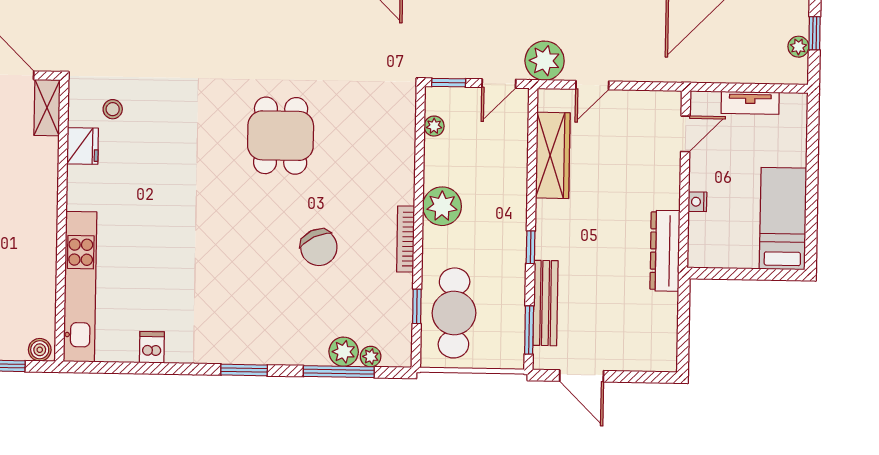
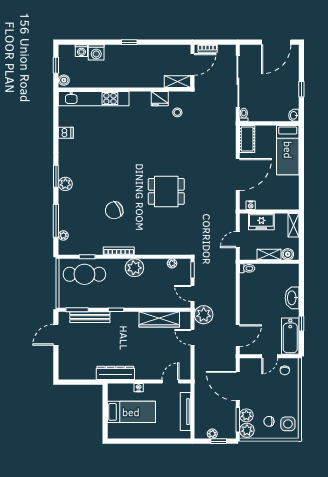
tv unit: (750, 103) -> (185, 412), width x1.41
door: (685, 134) -> (170, 381), swing flipped
bed: (783, 219) -> (131, 412), moved
plant: (344, 352) -> (65, 184), moved

